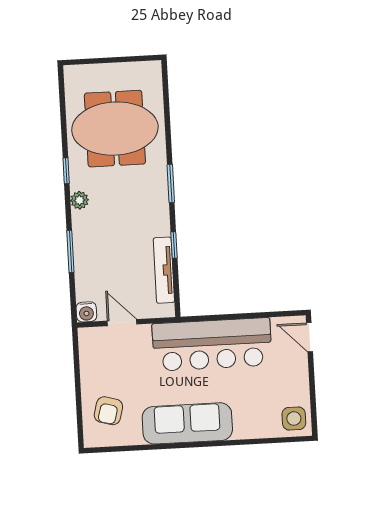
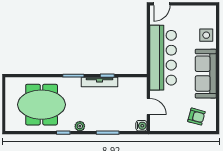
meeting table: (115, 129) -> (42, 105), turned 90
tv unit: (164, 270) -> (100, 82), moved
door: (122, 323) -> (148, 106), swing flipped
side table: (294, 418) -> (206, 35), moved

